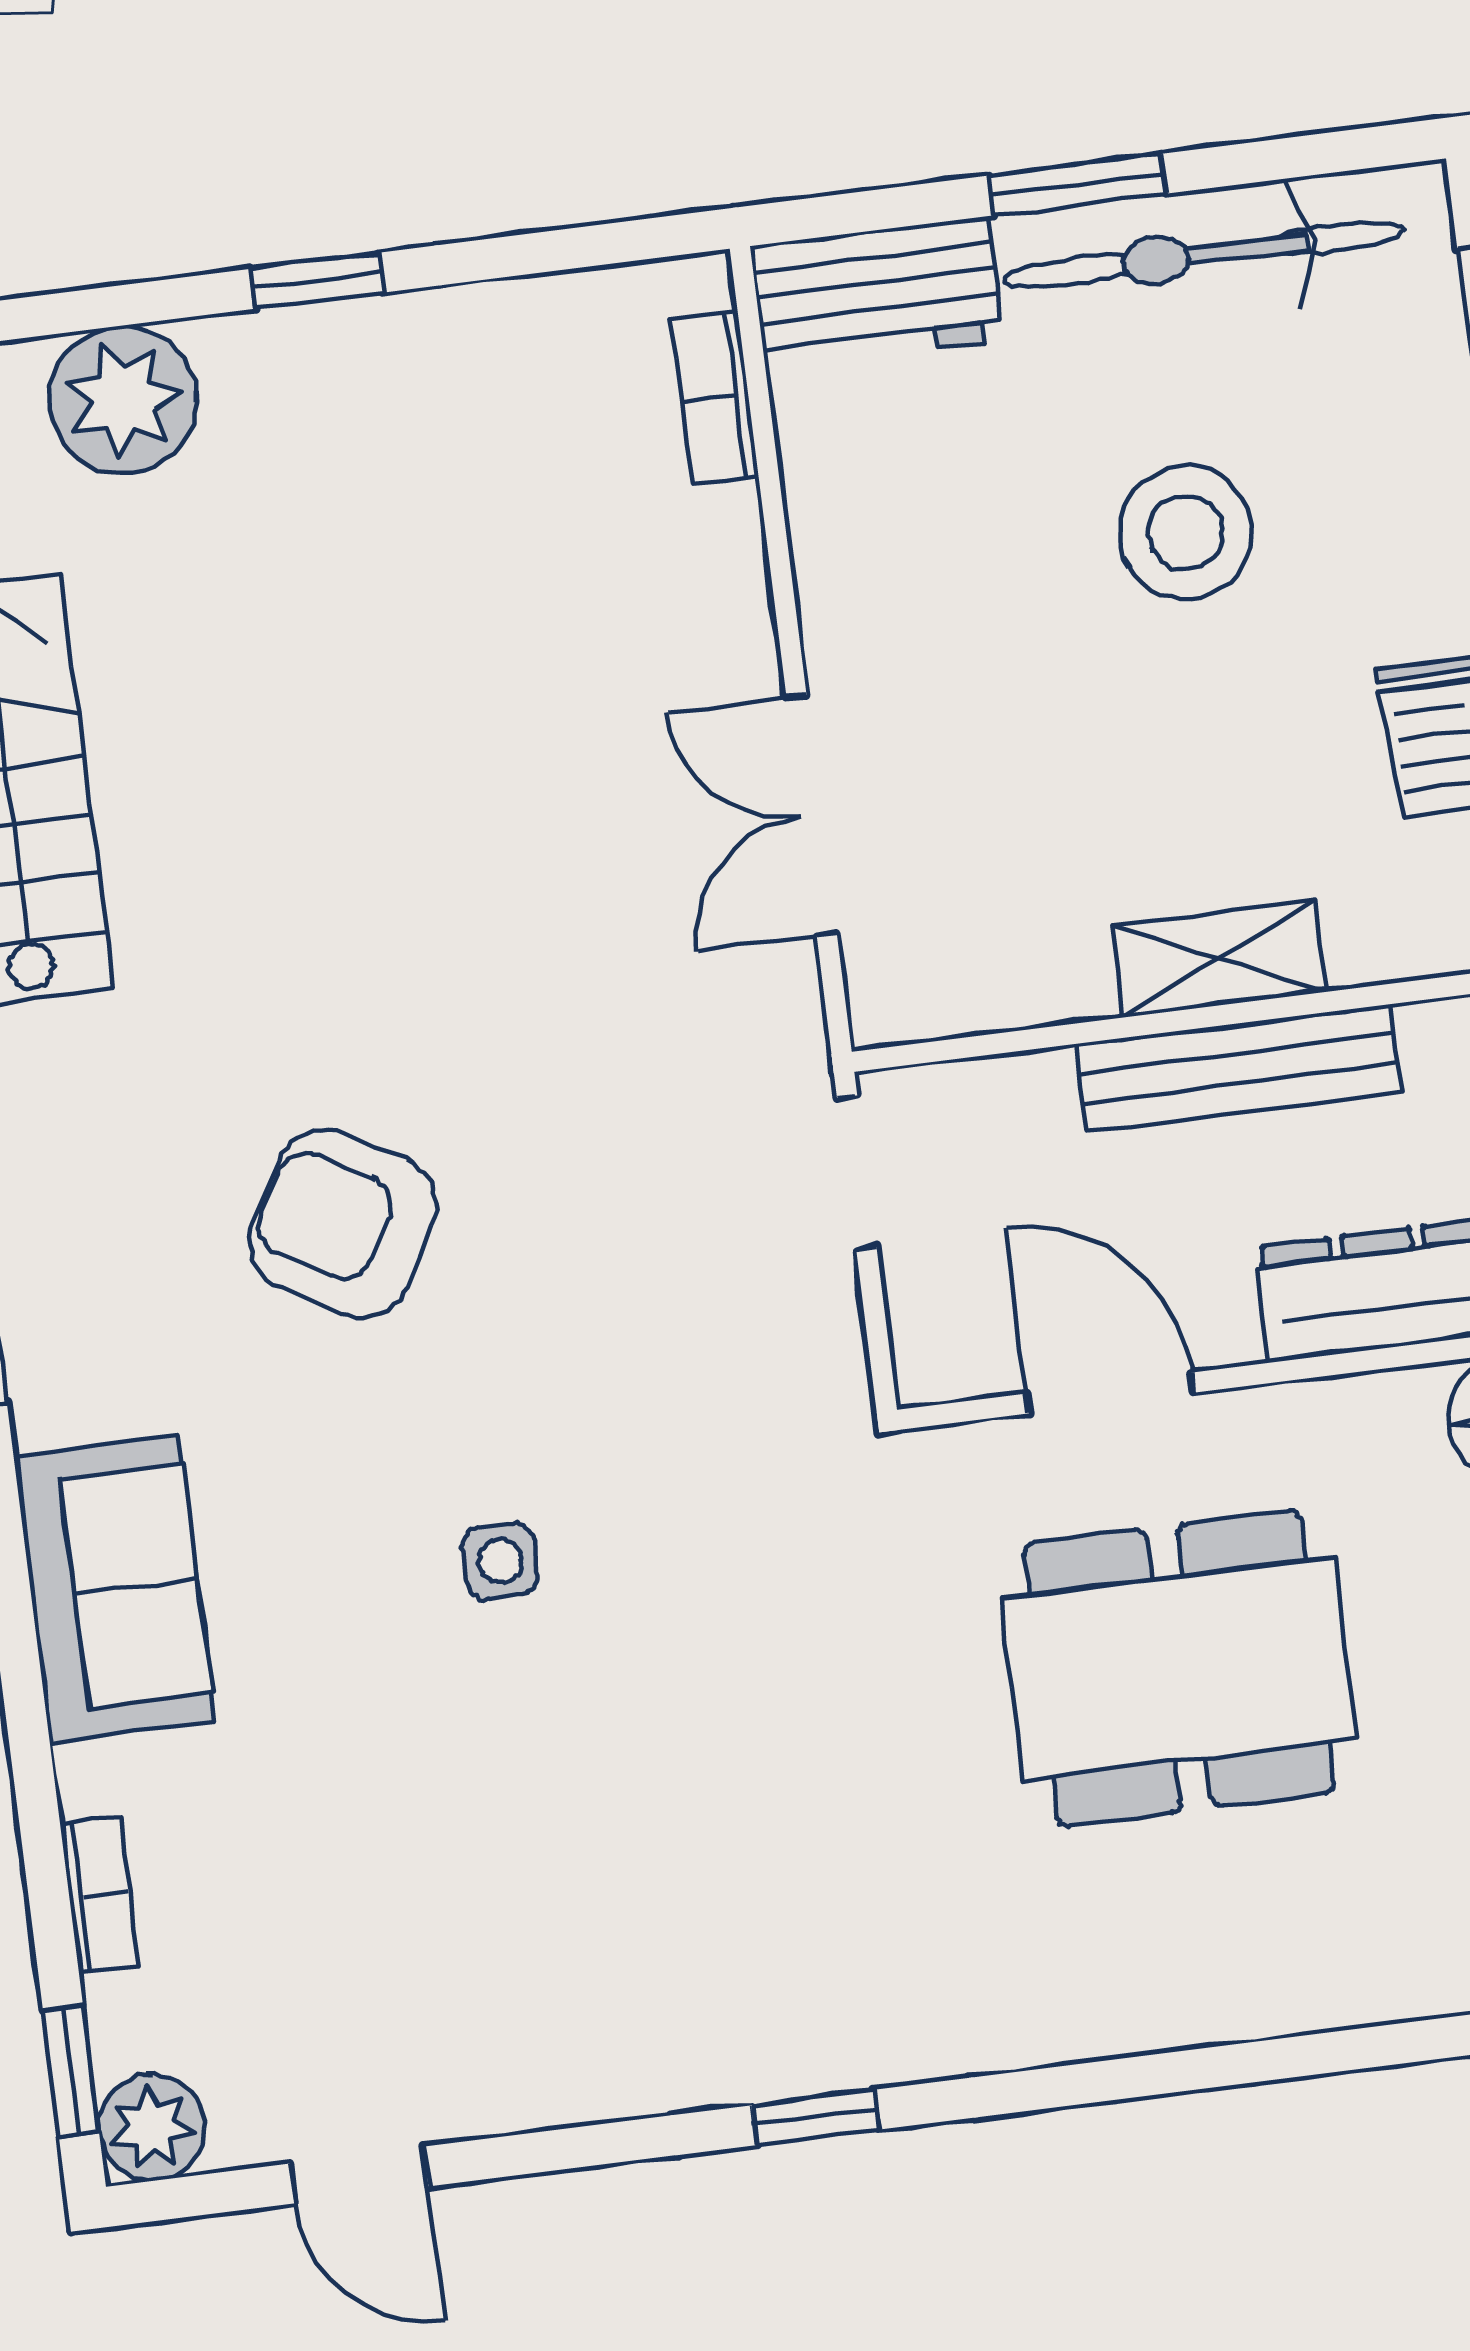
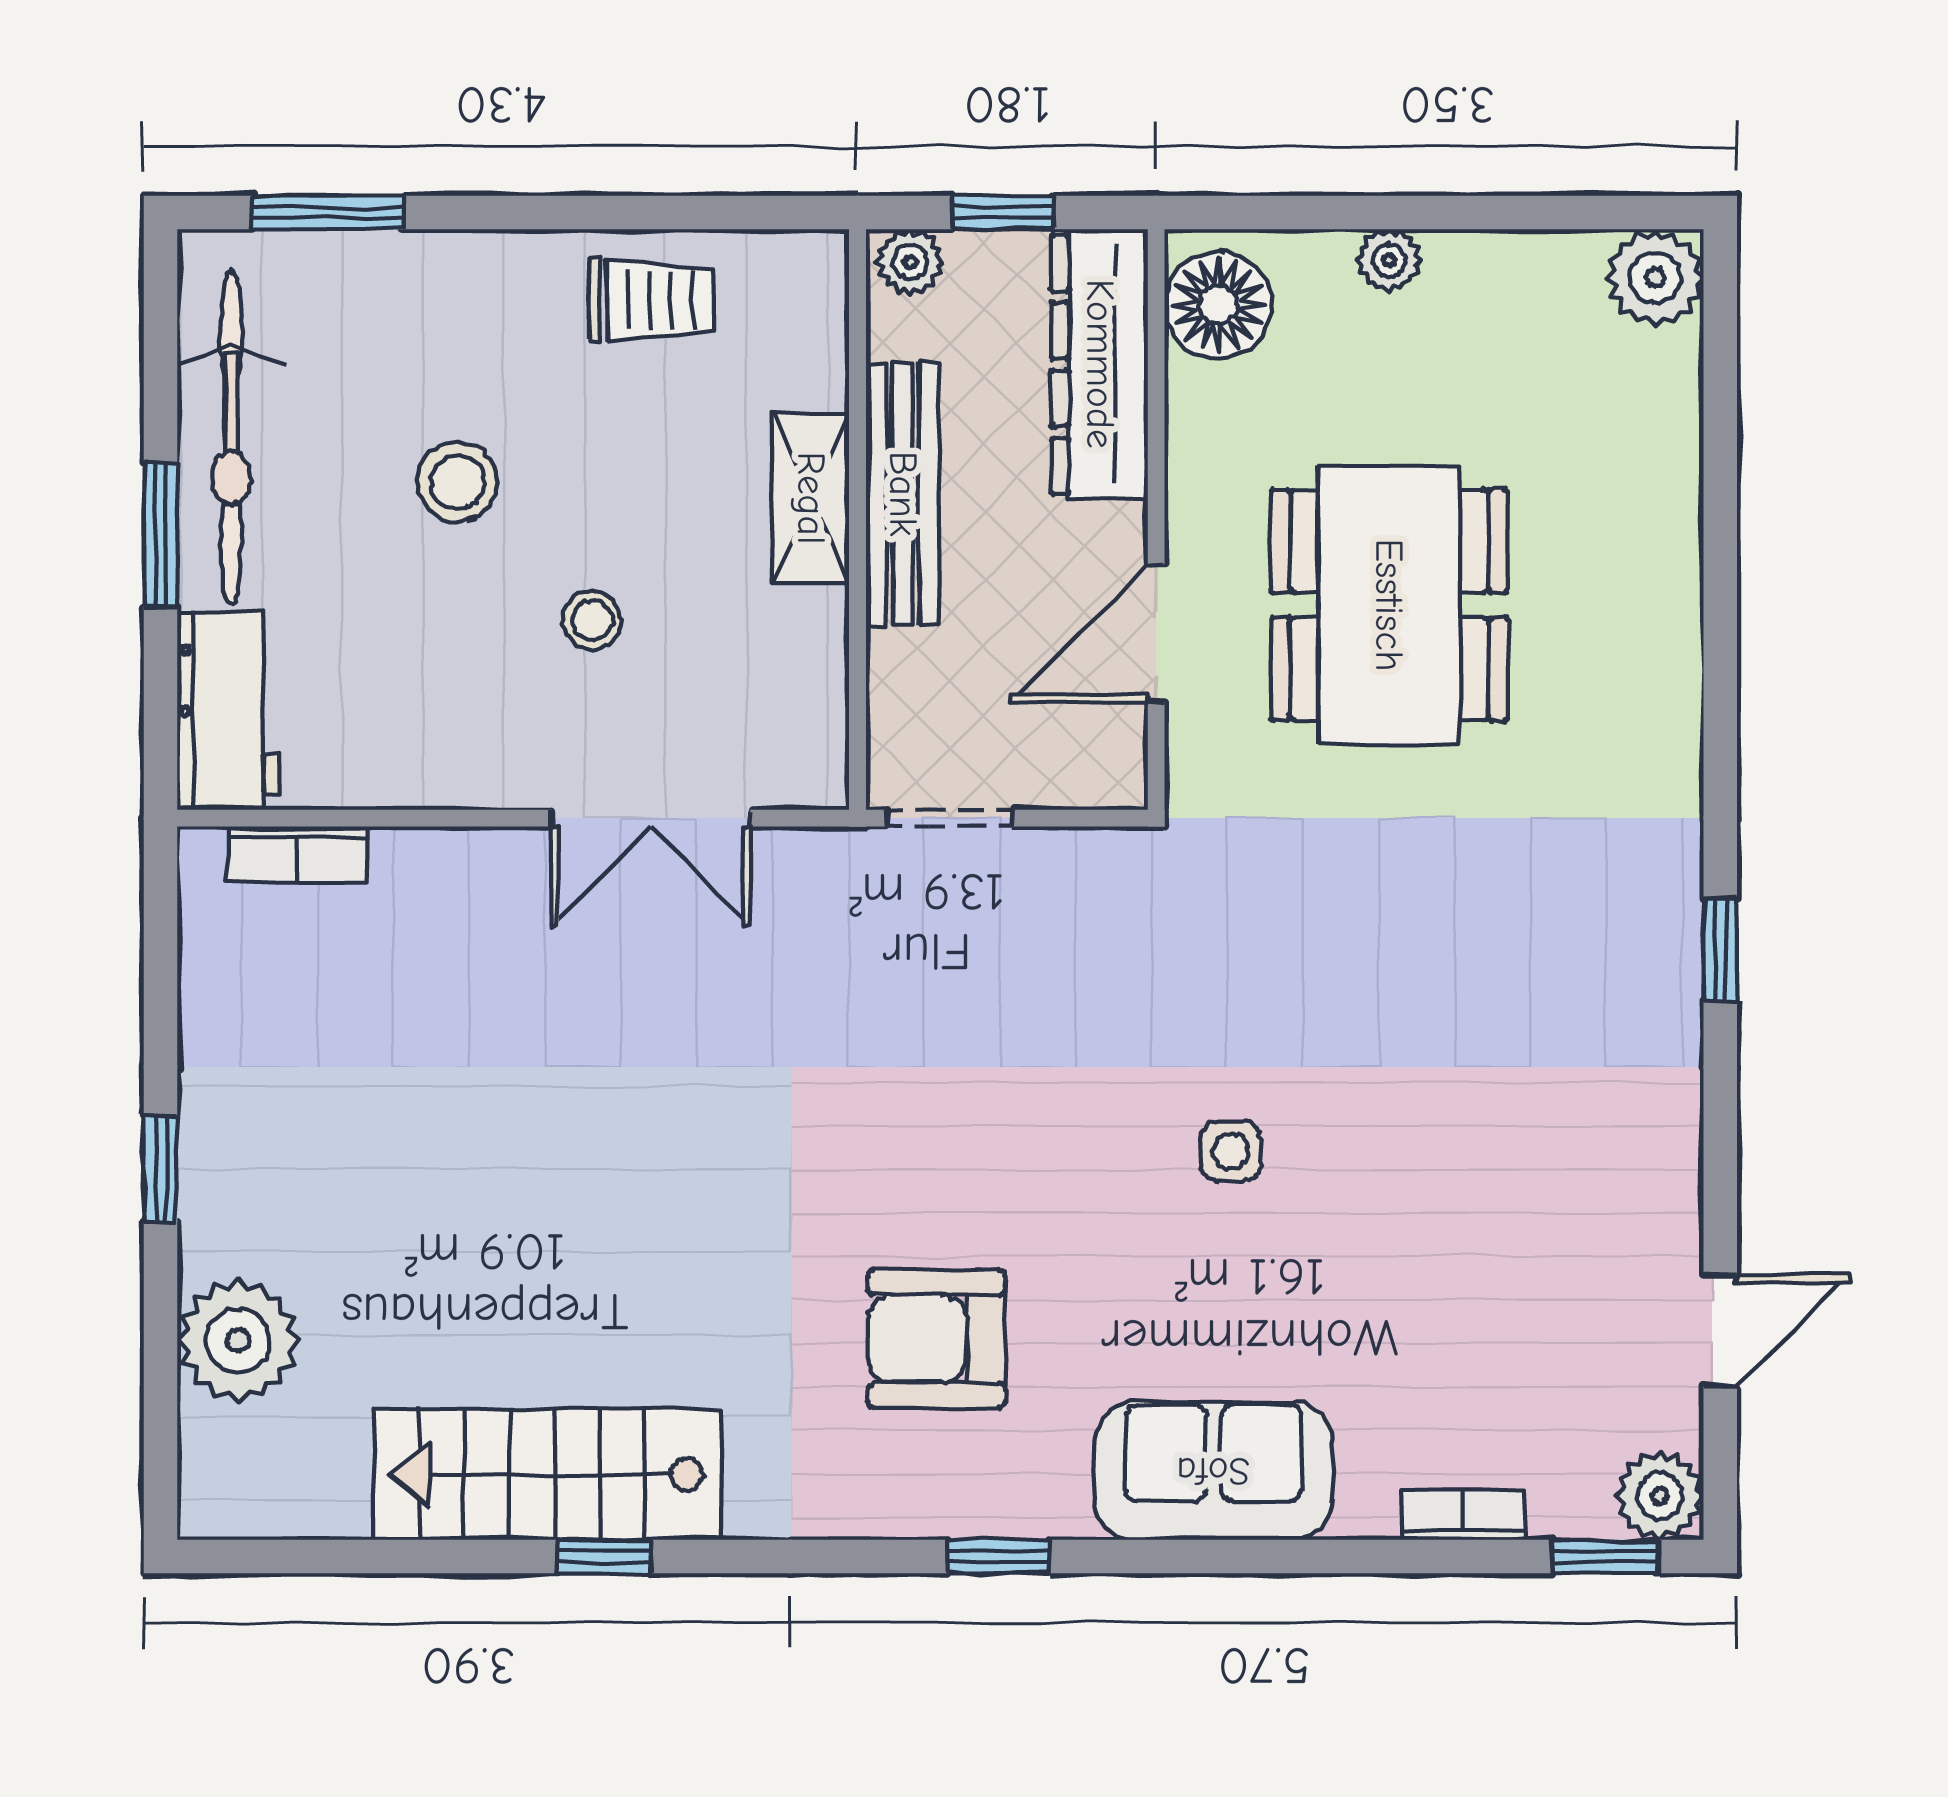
stool: (1186, 532) -> (457, 482), width x0.73, depth x0.73
stool: (1040, 715) -> (592, 620), added
armchair: (343, 1224) -> (937, 1339), moved, turned 60

